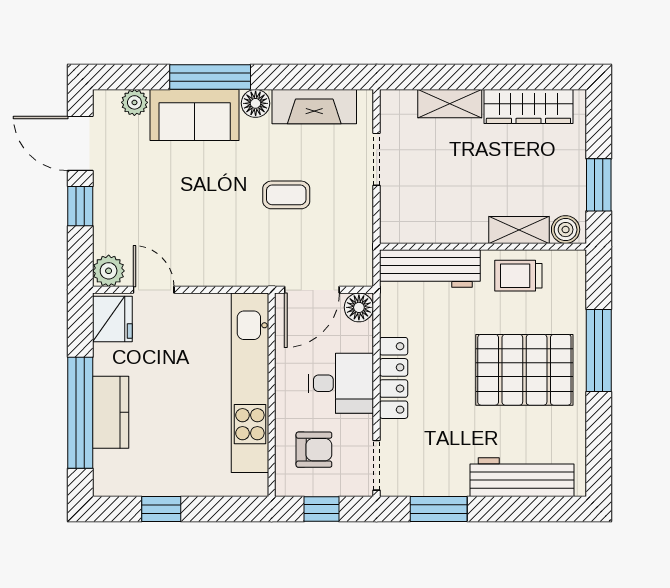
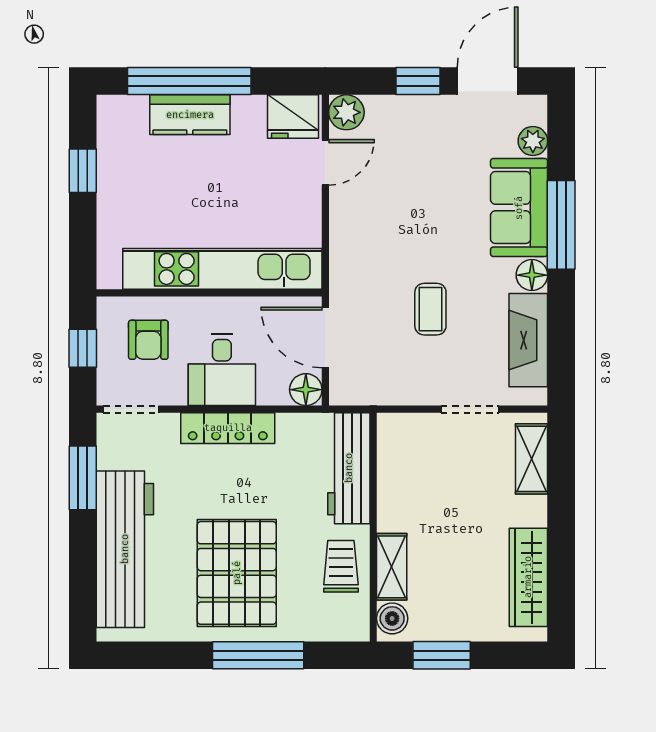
shelving: (450, 104) -> (532, 459), moved
workbench: (522, 477) -> (125, 549), width x1.36, depth x1.32

